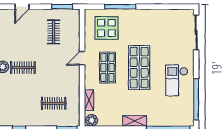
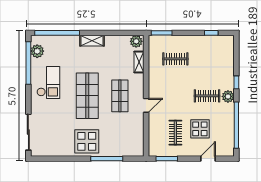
display table: (106, 28) -> (87, 141), moved
display table: (30, 36) -> (200, 129), added
plant: (188, 111) -> (37, 51), added

